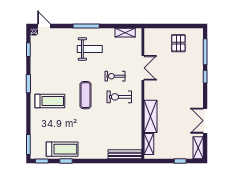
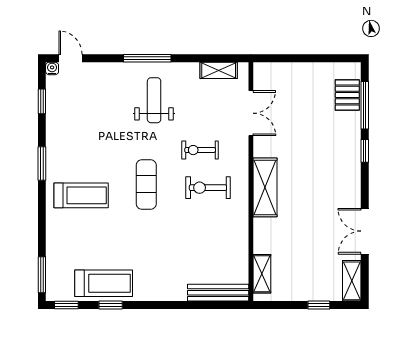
pallet: (178, 43) -> (347, 95), moved
weight bench: (90, 49) -> (154, 100), turned -90
double door: (143, 68) -> (251, 113), moved
shelving: (151, 116) -> (265, 187), moved

